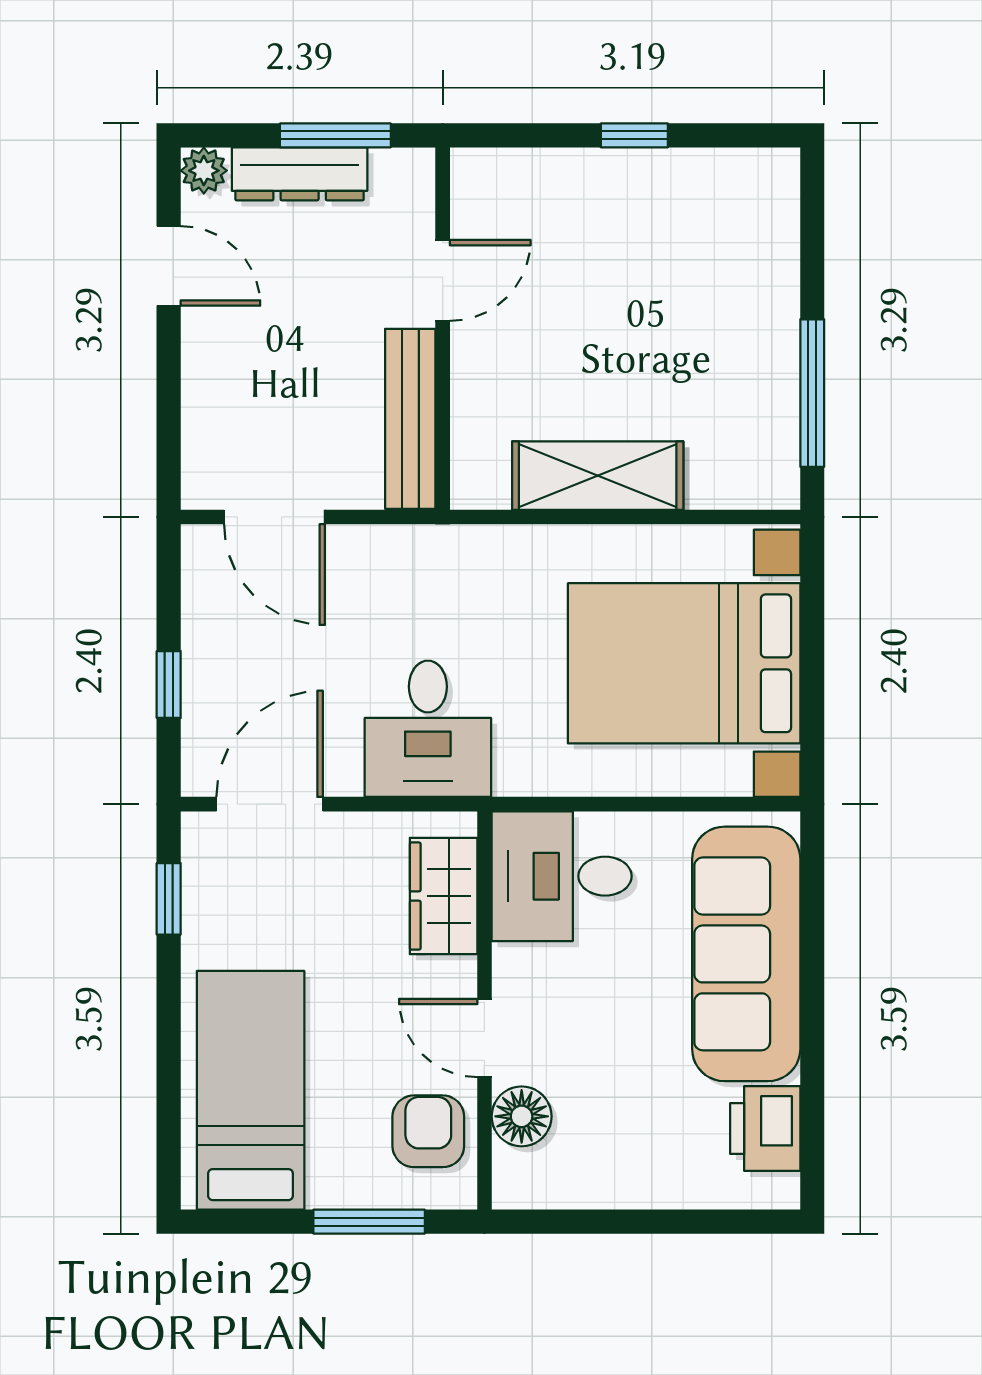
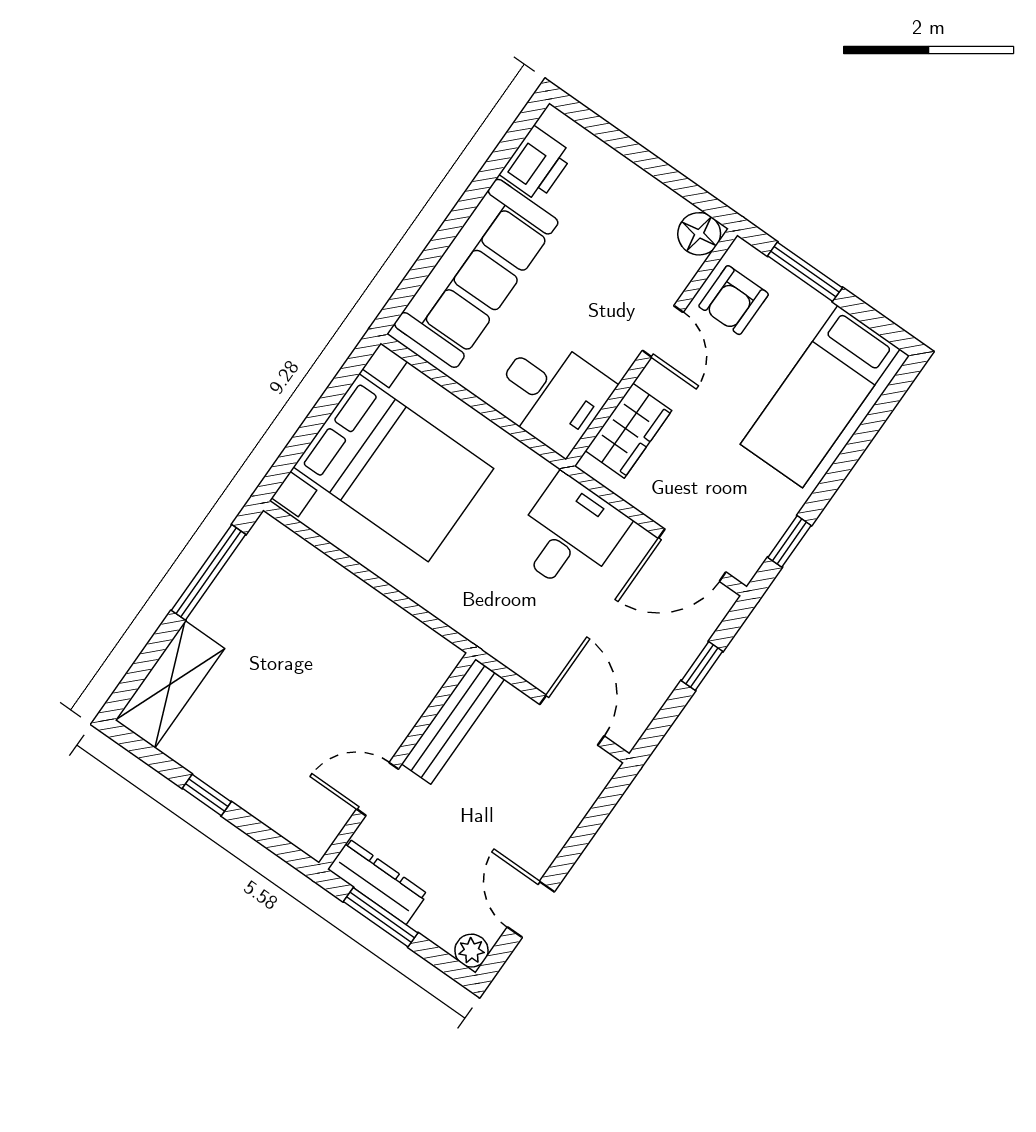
dresser: (300, 174) -> (378, 882), moved
shelving: (598, 476) -> (170, 684), moved, turned 90
floor lamp: (522, 1116) -> (699, 234), moved

